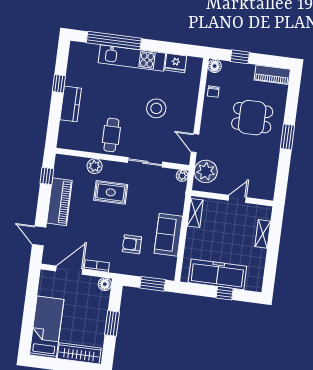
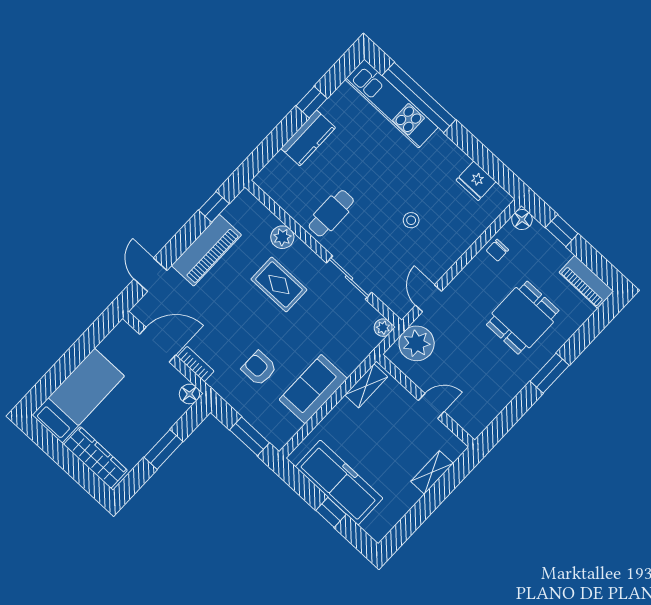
kitchen unit: (132, 58) -> (391, 103), moved
stool: (156, 108) -> (411, 220), width x0.53, depth x0.53
dining table: (252, 118) -> (523, 318), turned 90

